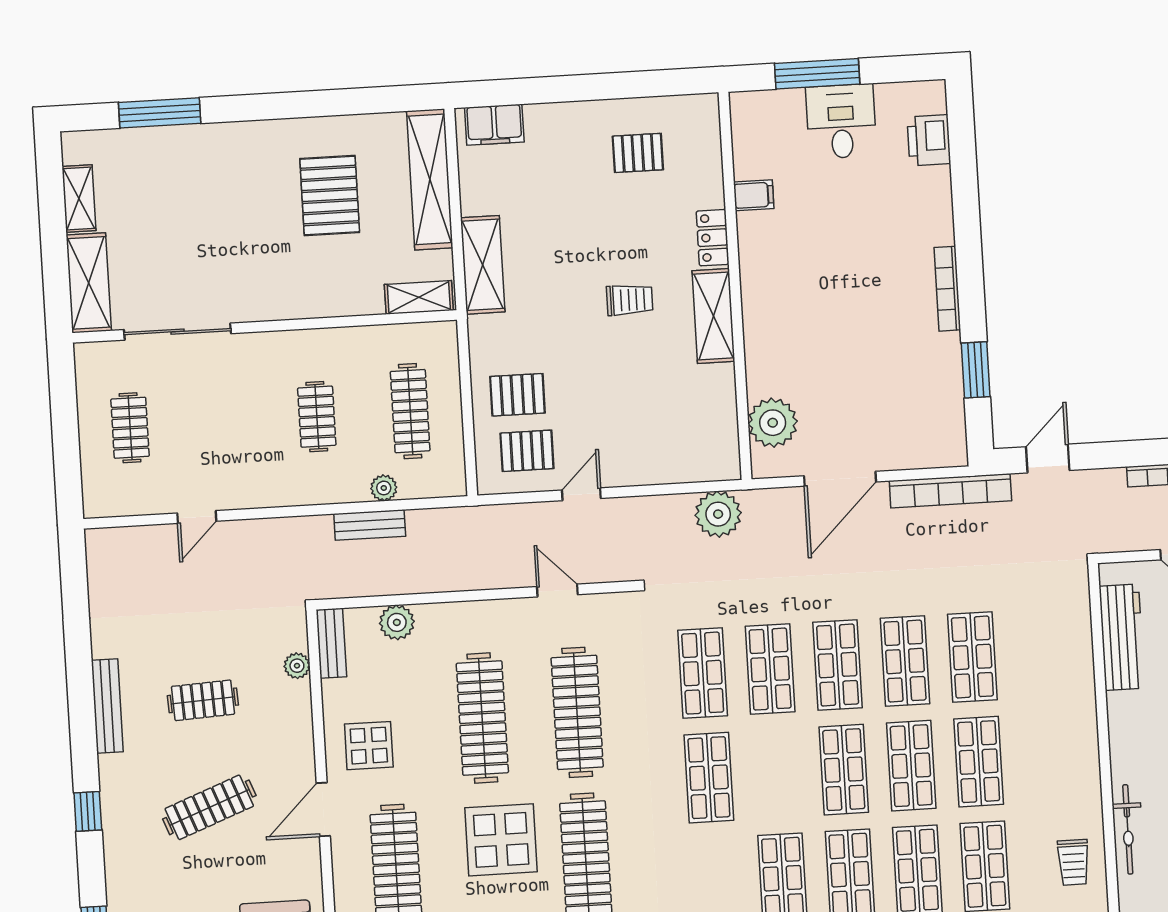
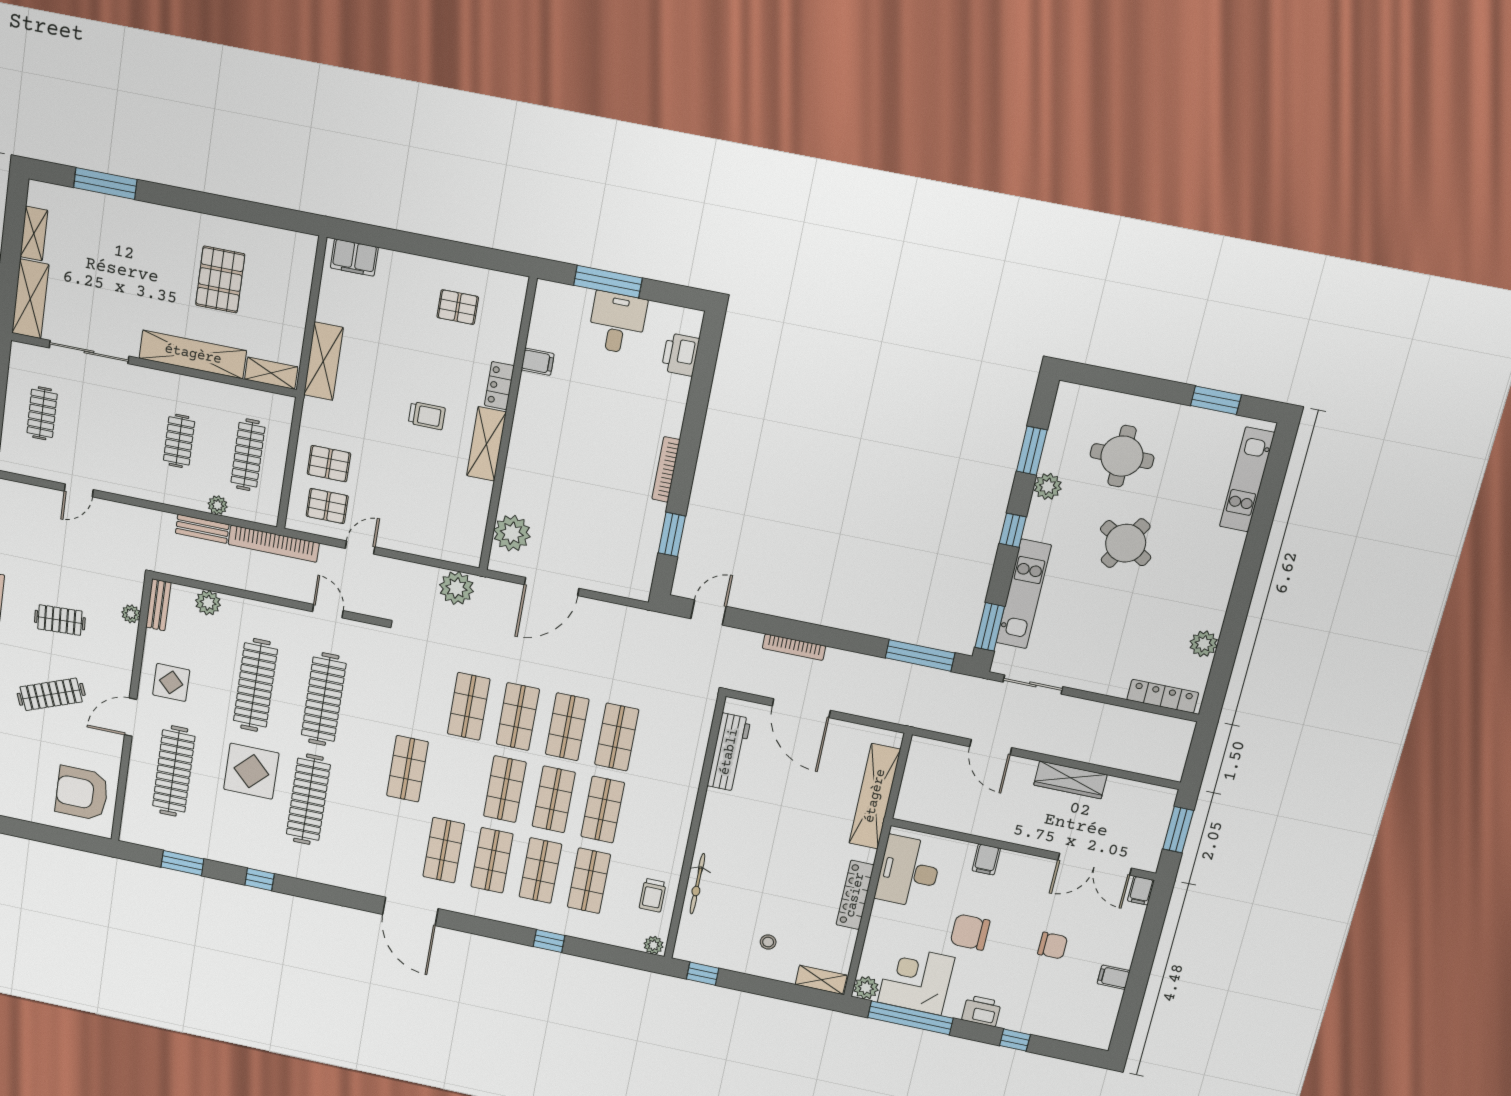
shelving: (430, 179) -> (193, 354), moved, turned 90
bookcase: (950, 491) -> (274, 544), moved
shop shelf: (703, 673) -> (420, 696), removed

